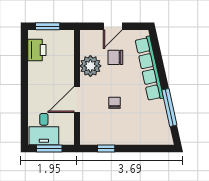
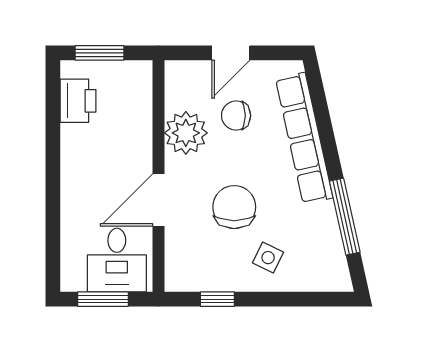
chair: (114, 103) -> (234, 207), width x1.87, depth x1.87
side table: (131, 128) -> (268, 258), added
desk: (44, 129) -> (117, 260), moved

